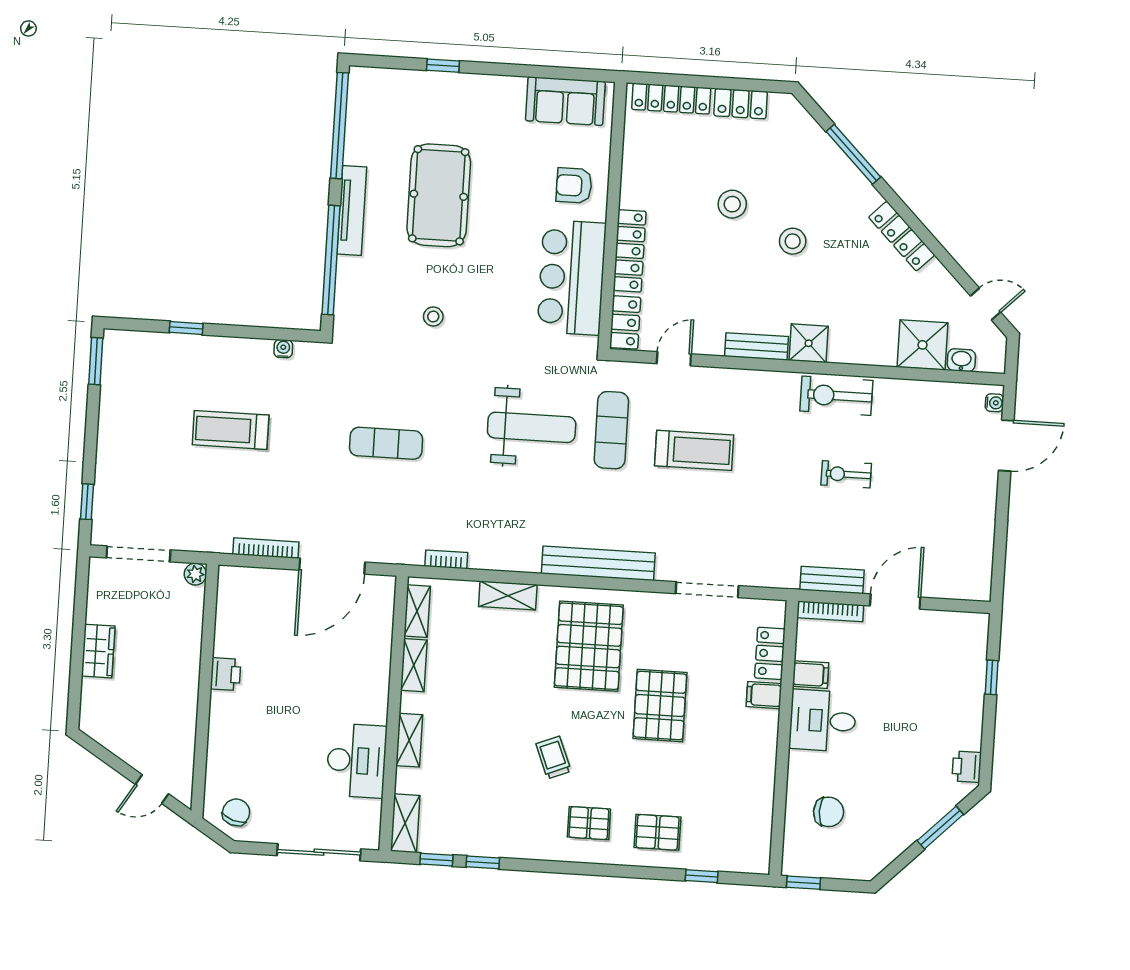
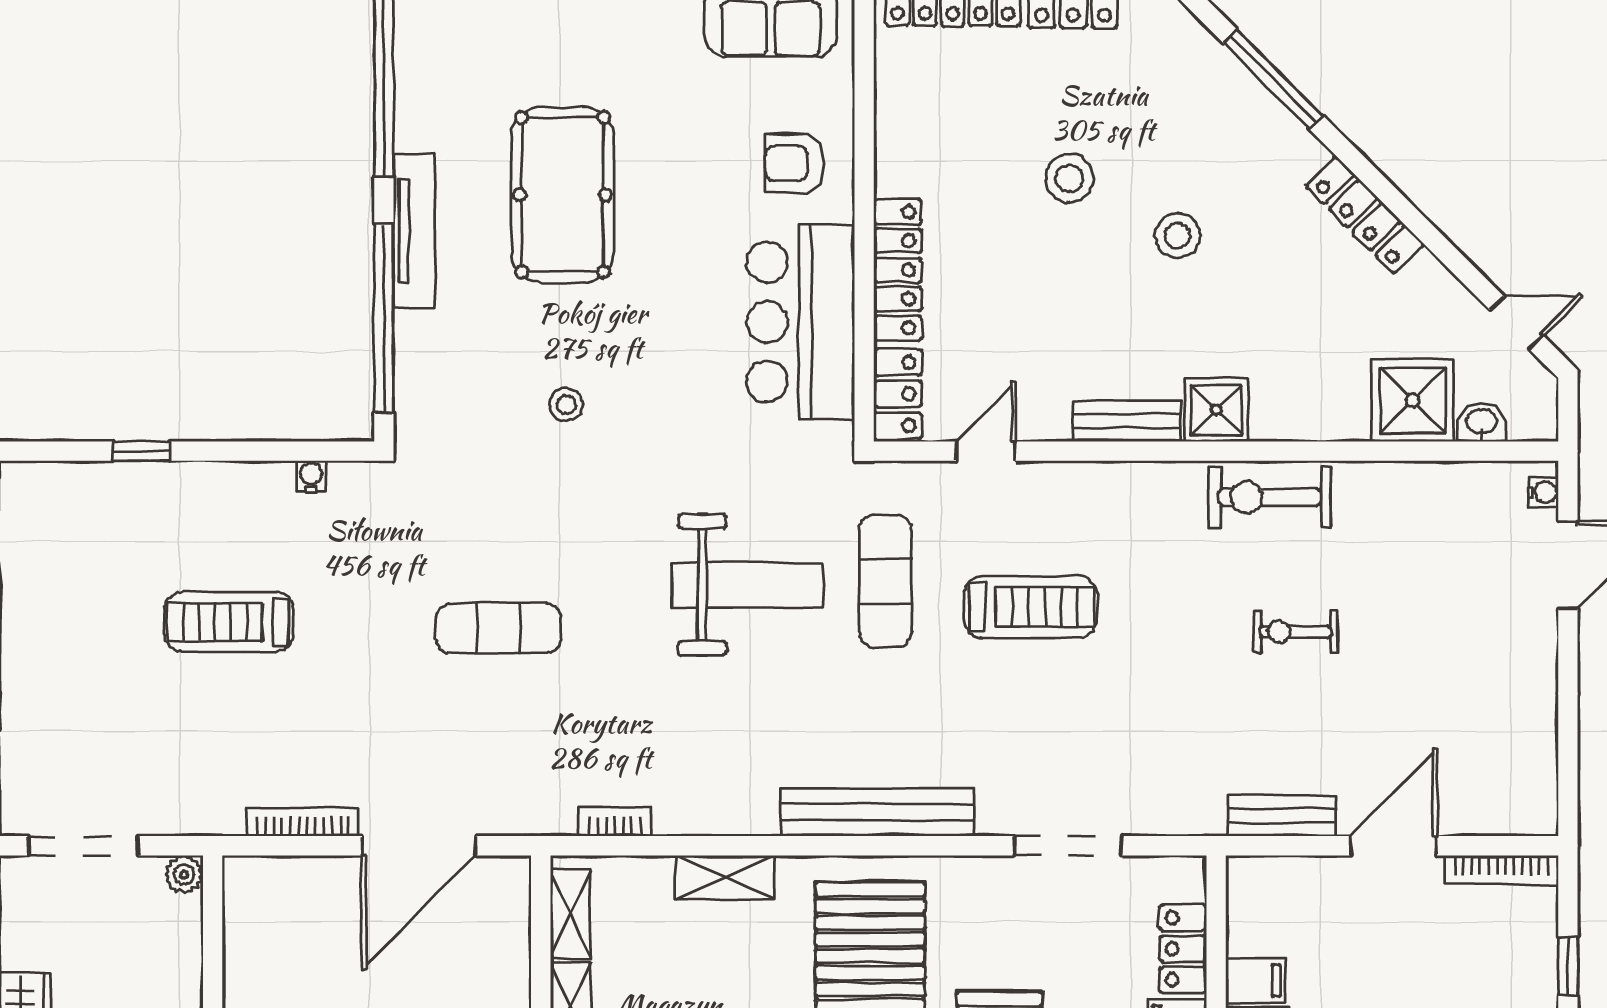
bookcase: (830, 611) -> (1501, 870), moved

